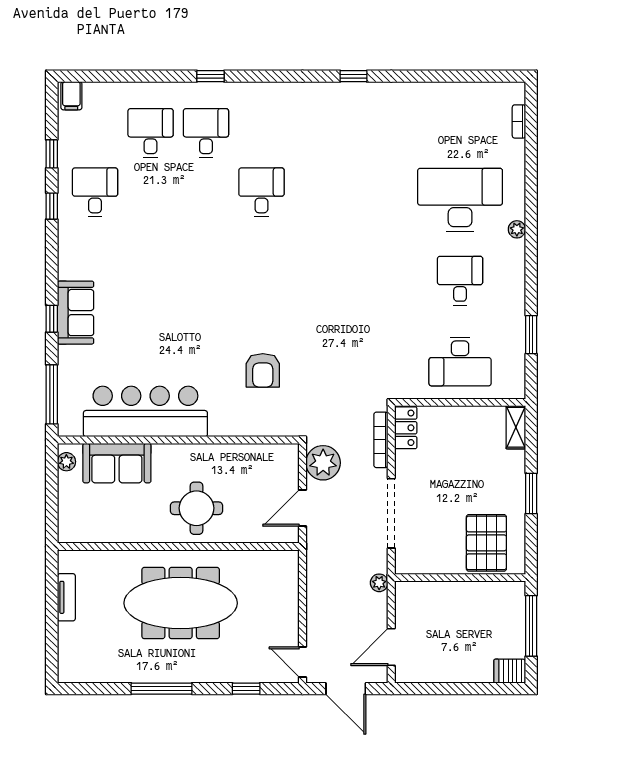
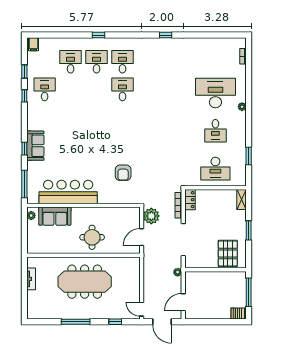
desk: (261, 133) -> (122, 62), added
desk: (460, 281) -> (215, 131), turned 180

